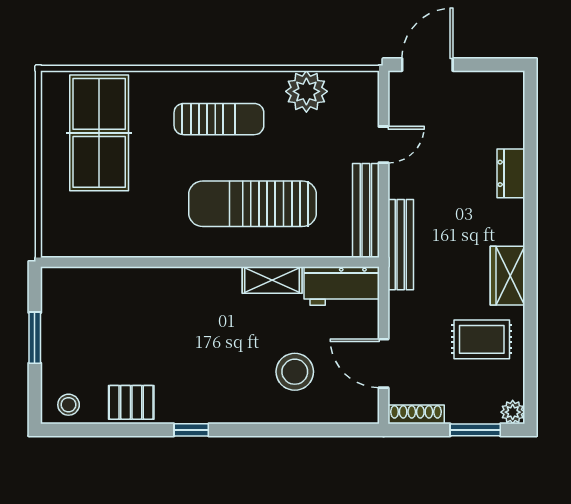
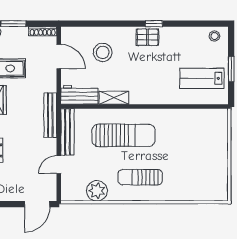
table tennis table: (99, 133) -> (199, 170), removed
lab bench: (94, 319) -> (202, 78), added
pallet: (131, 402) -> (147, 37), moved

